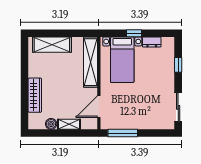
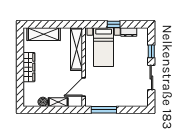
wardrobe: (35, 95) -> (29, 67), moved
sliding door: (178, 107) -> (151, 78), moved

